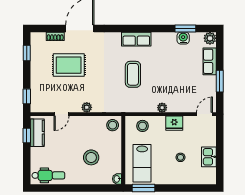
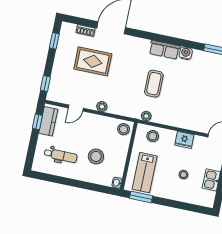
water cooler: (183, 38) -> (186, 53), moved
plant: (162, 108) -> (146, 116), moved
dental chair: (48, 175) -> (61, 155), moved

